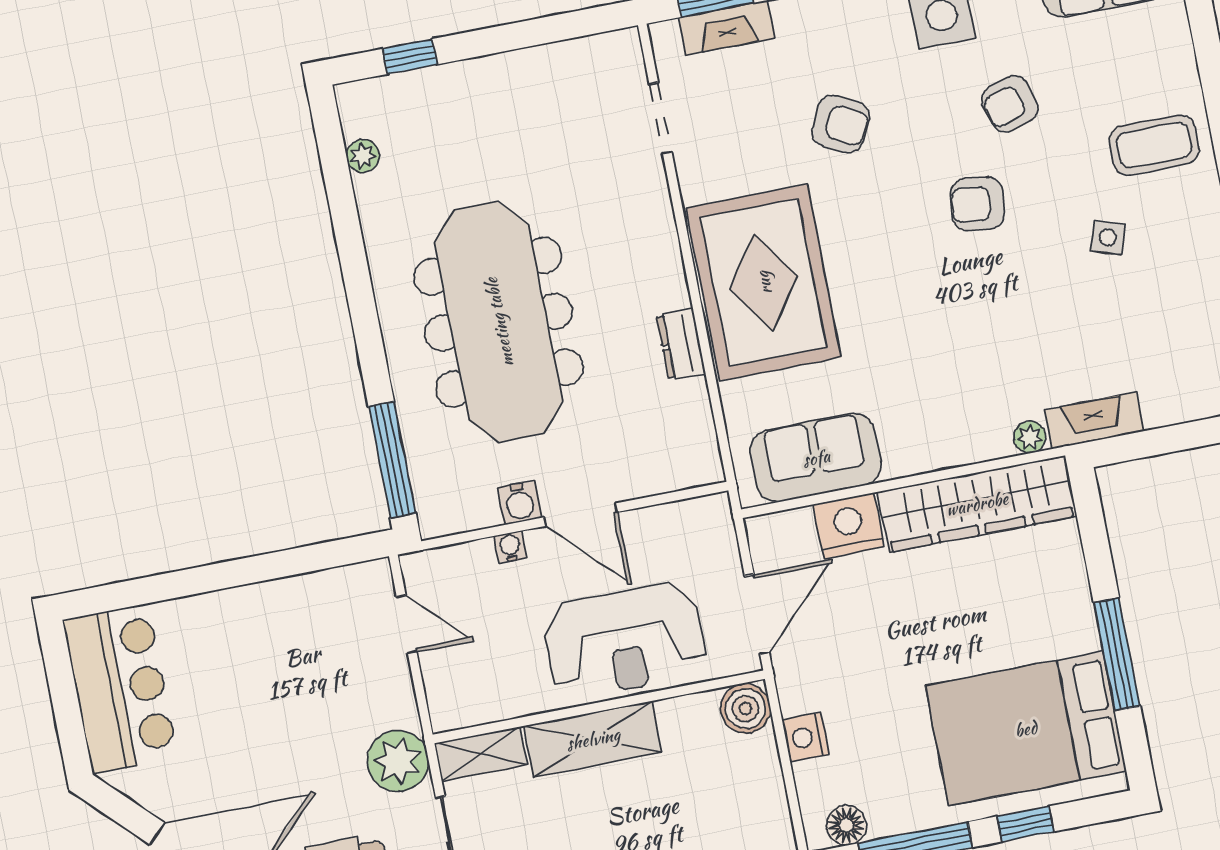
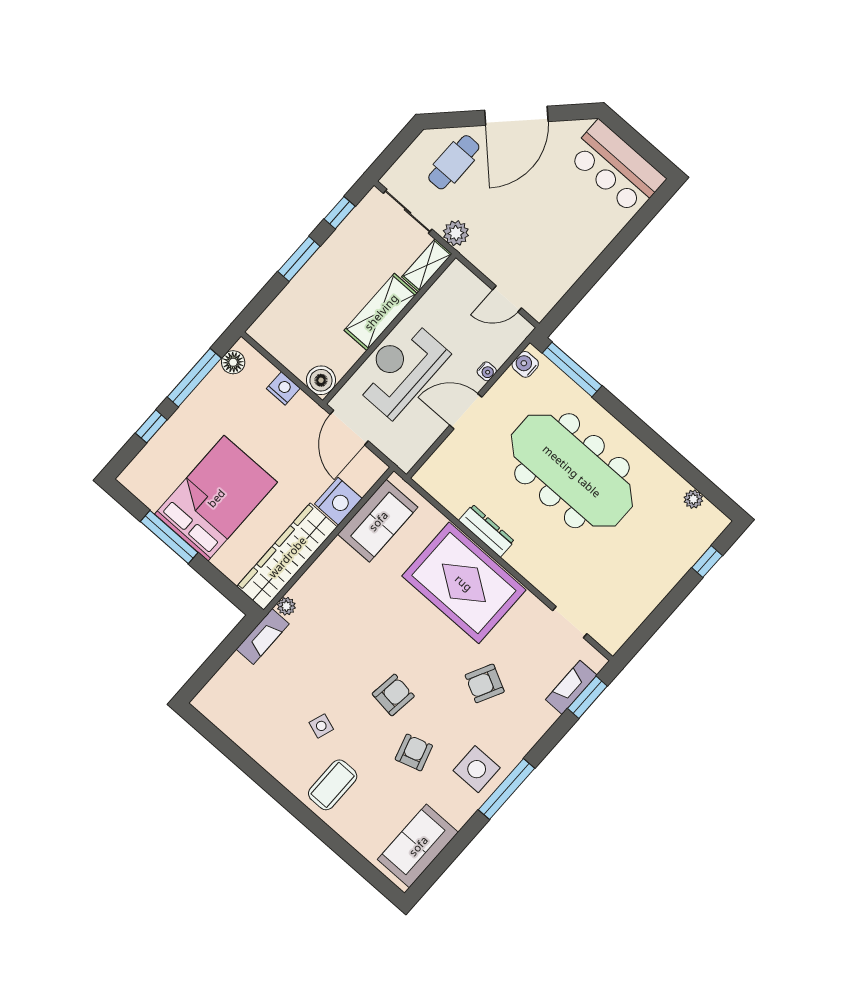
dresser: (681, 344) -> (486, 531), width x1.44
water cooler: (520, 503) -> (525, 364), moved
bed: (1026, 729) -> (216, 498), moved
plant: (398, 761) -> (456, 233), width x0.73, depth x0.73

